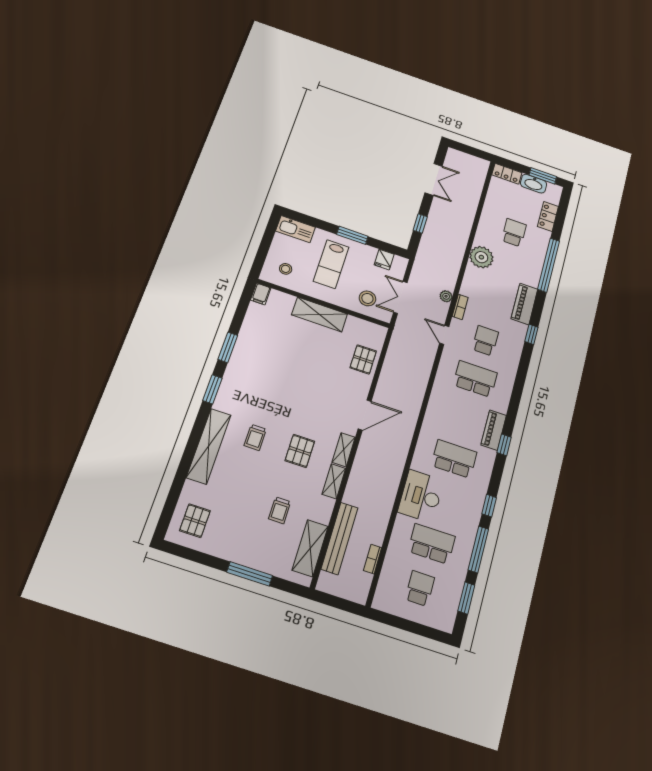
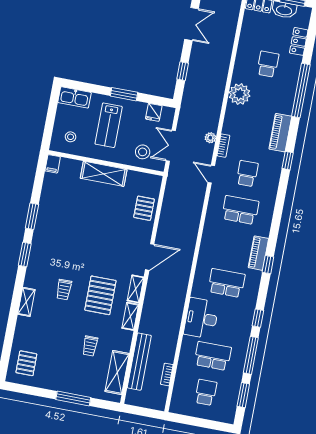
shelving: (209, 446) -> (26, 302), width x0.45, depth x0.75
pallet: (300, 451) -> (100, 295), width x1.50, depth x1.42

